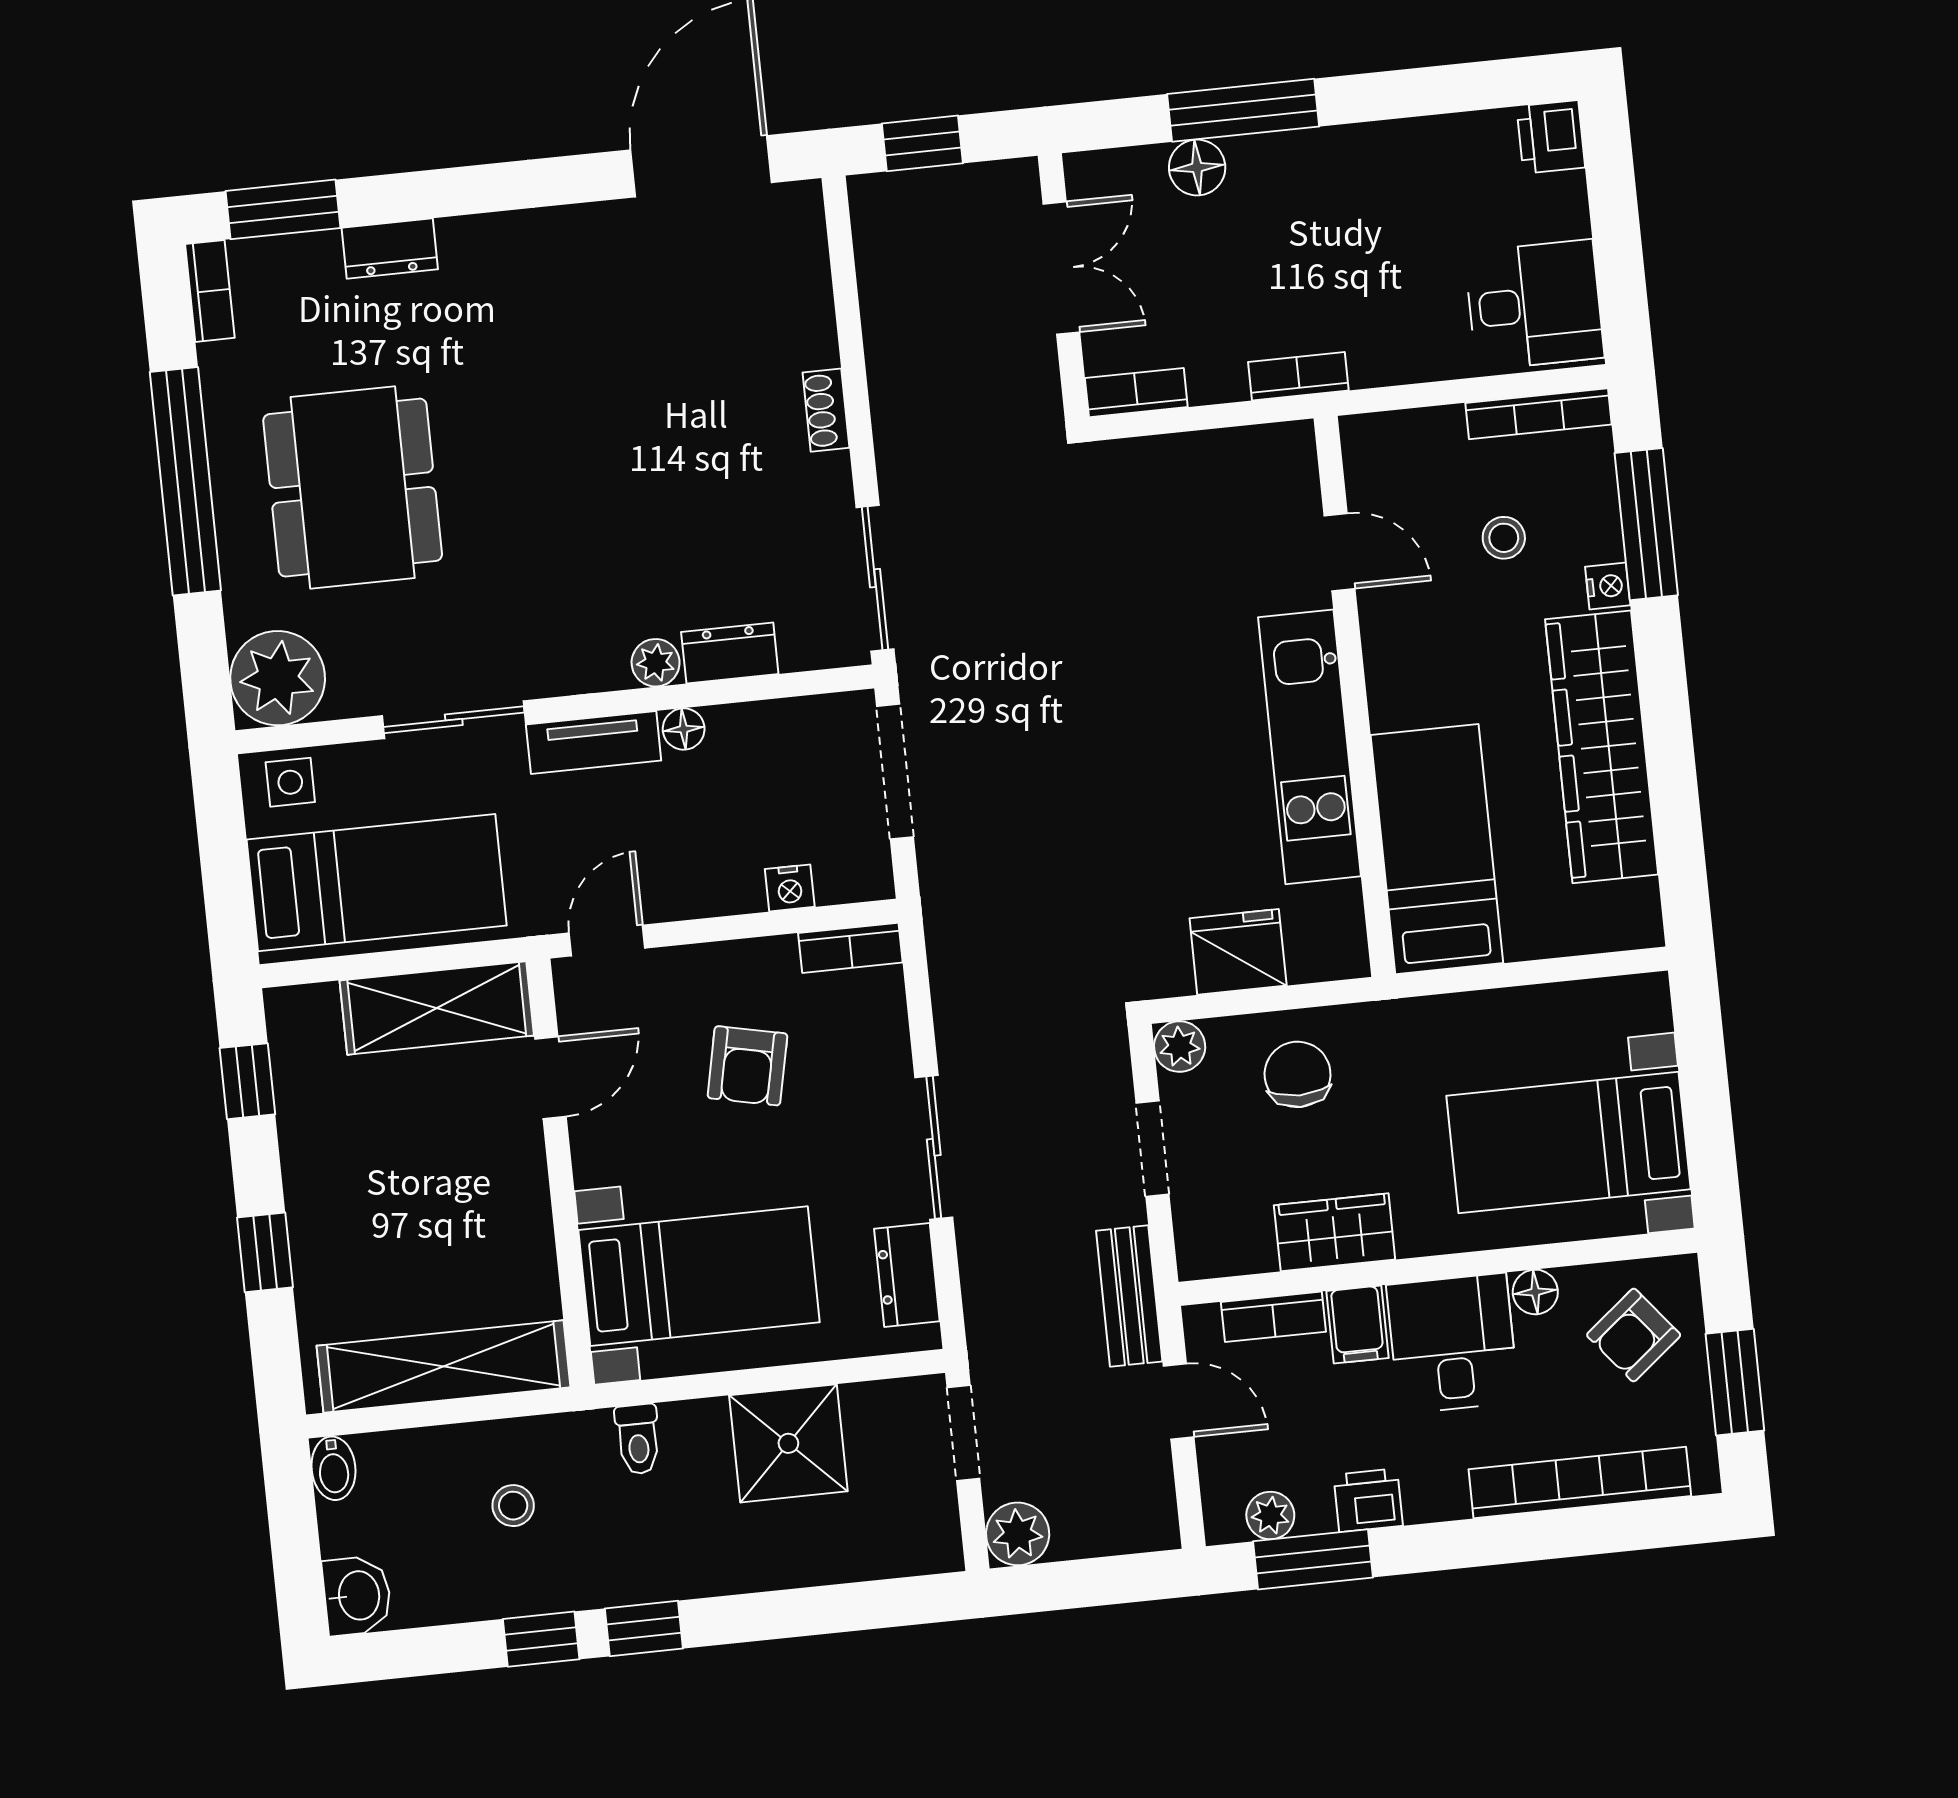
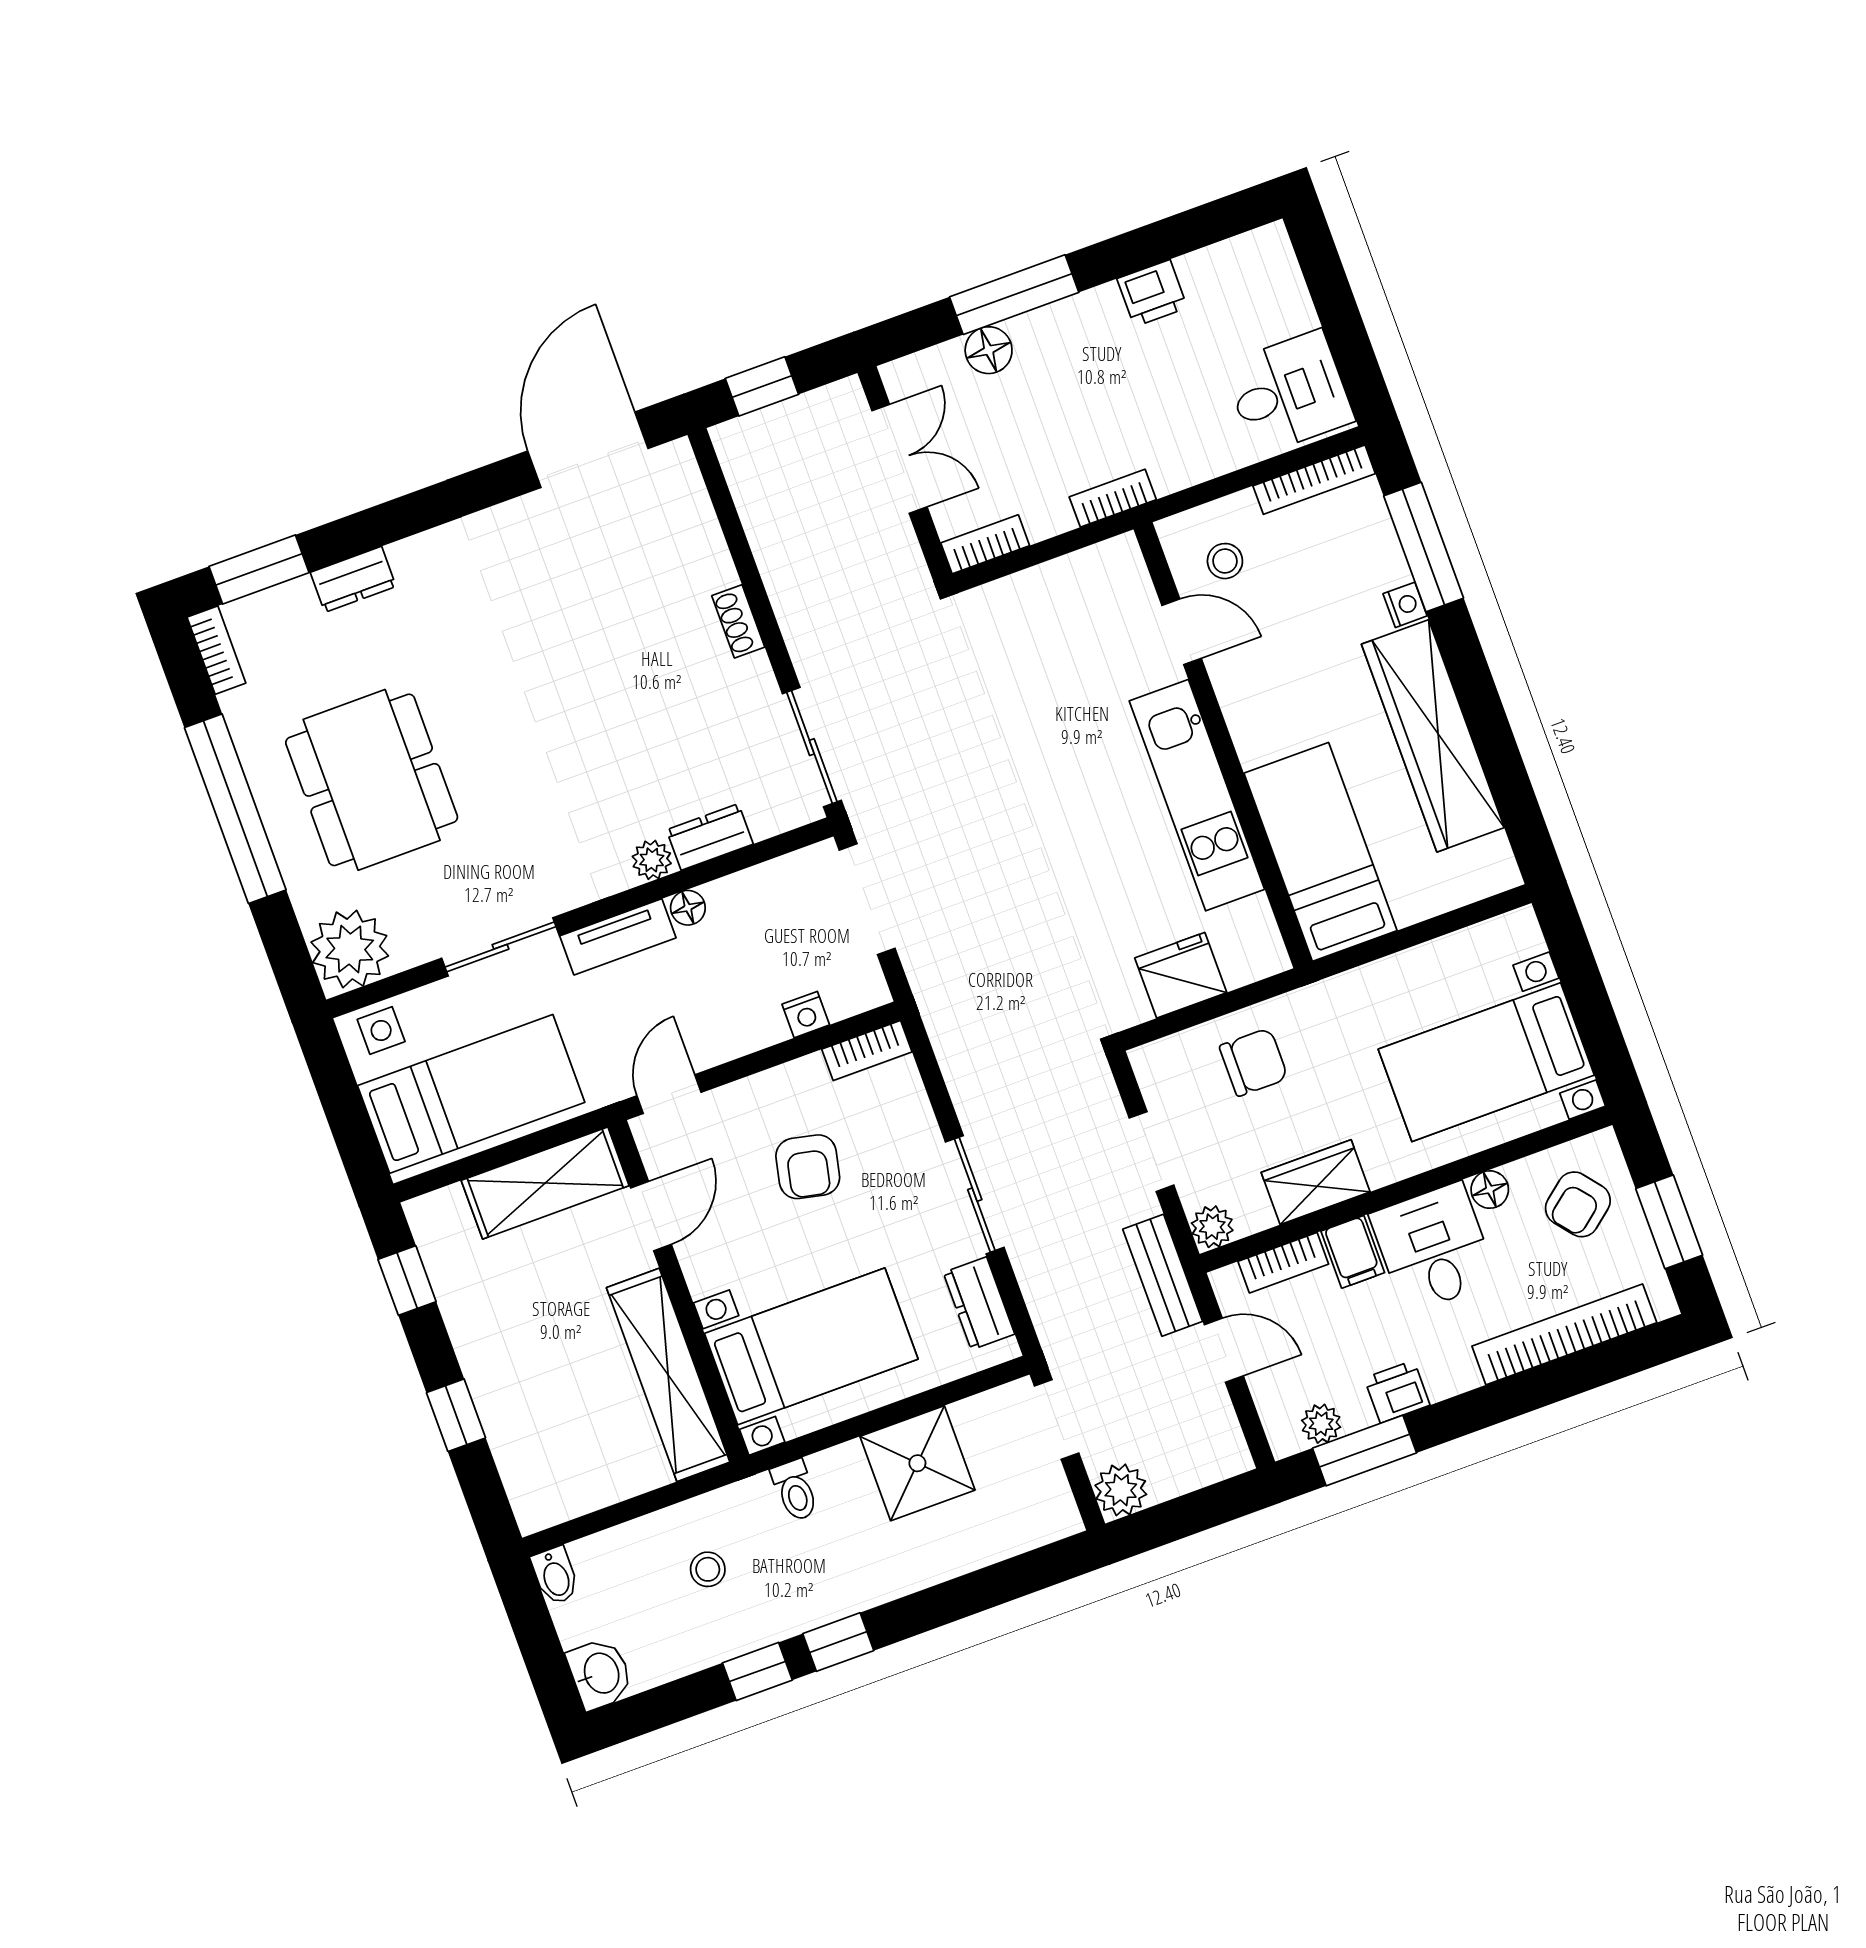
printer: (1551, 137) -> (1152, 293), moved, turned -90
stool: (1504, 538) -> (1225, 561), moved
plant: (1180, 1047) -> (1212, 1227), moved
chair: (1298, 1074) -> (1254, 1062), turned 90
shelving: (443, 1366) -> (668, 1375), moved, turned 90

